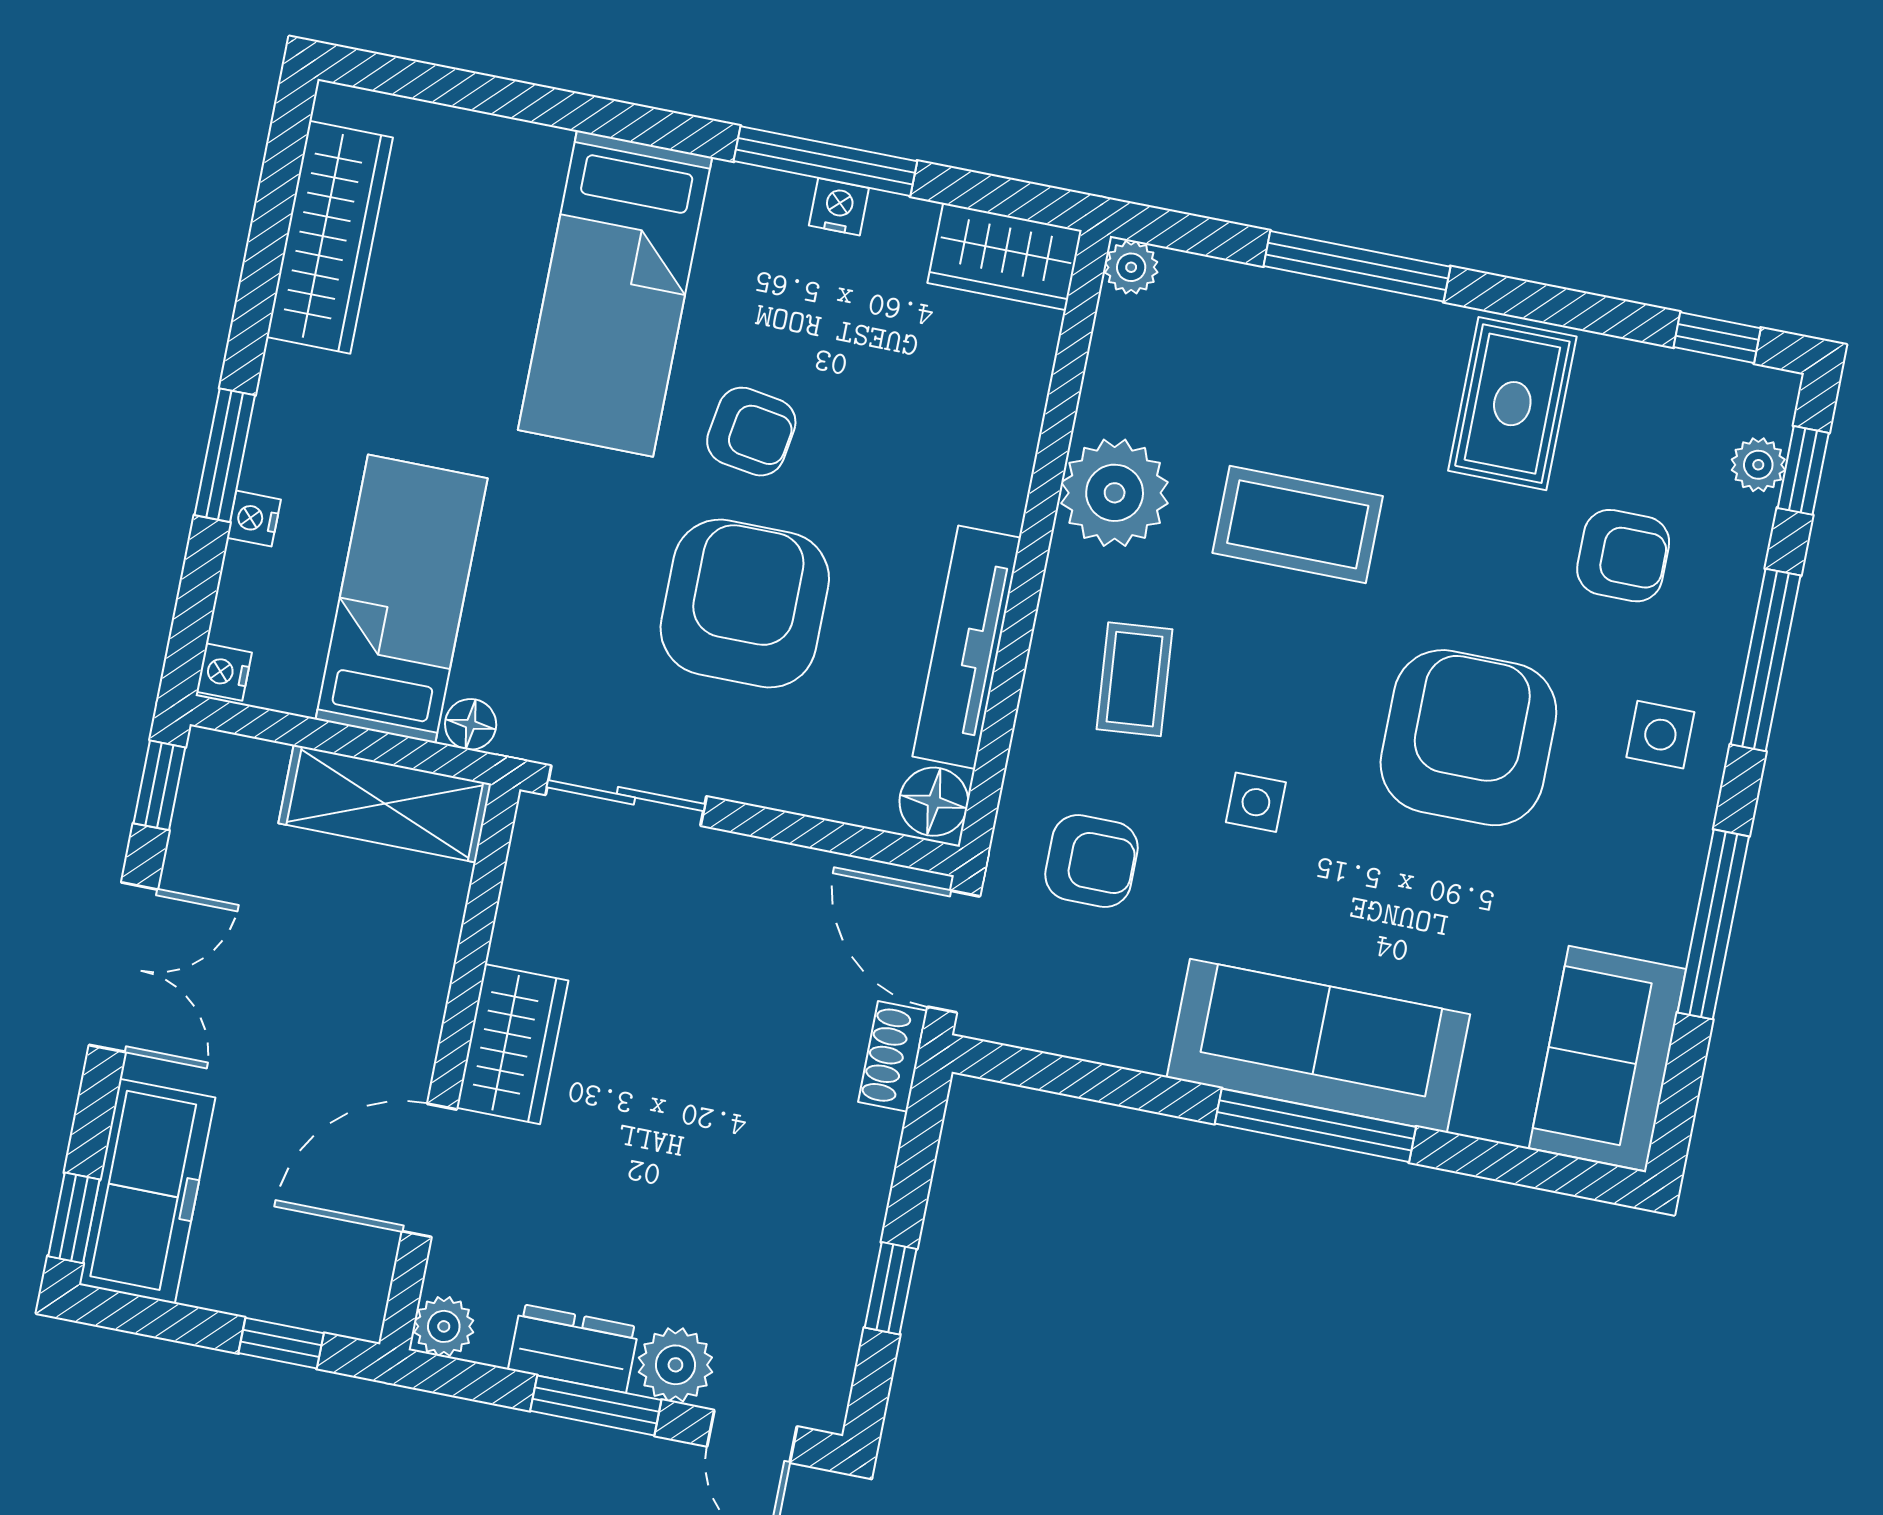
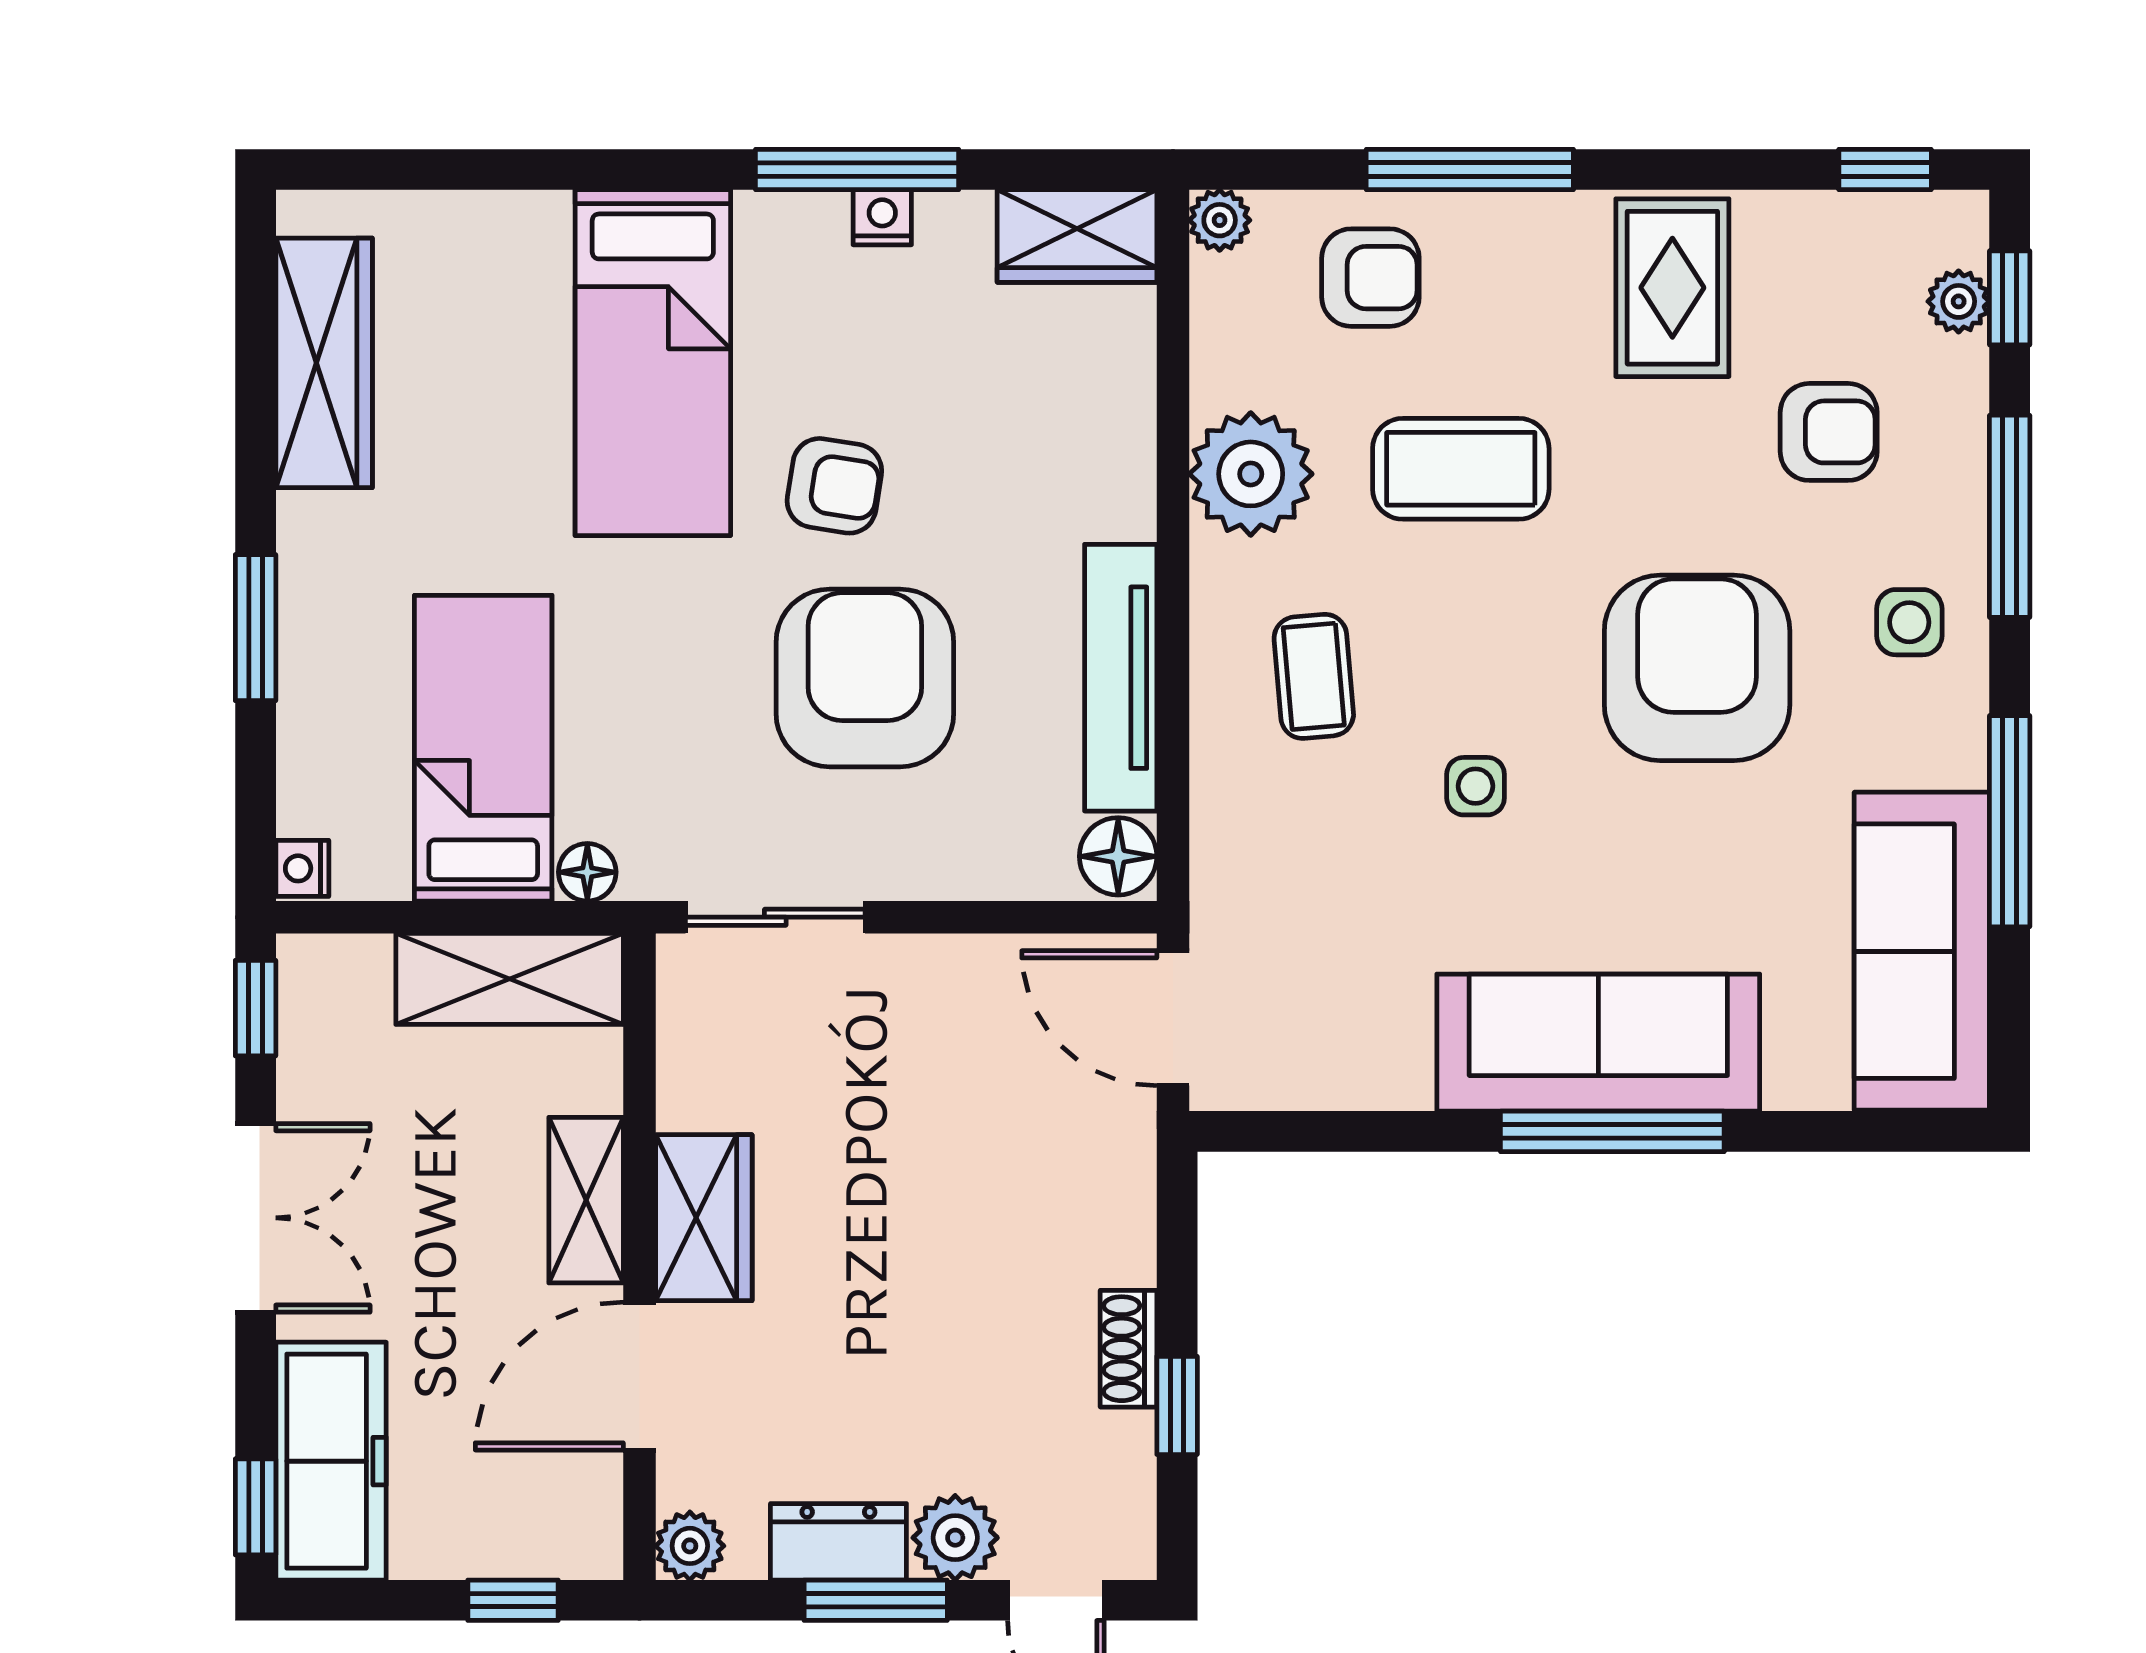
nightstand: (254, 519) -> (302, 692), removed
armchair: (1091, 861) -> (1370, 278), moved
shelving: (413, 1009) -> (586, 1200), added
shoe rack: (893, 1056) -> (1128, 1349), moved
sofa: (1608, 1059) -> (1922, 951), width x1.36

